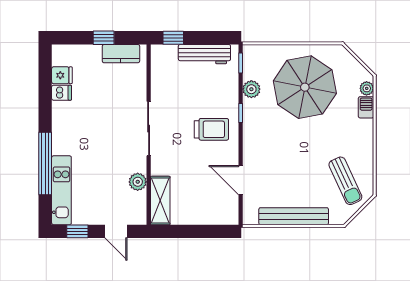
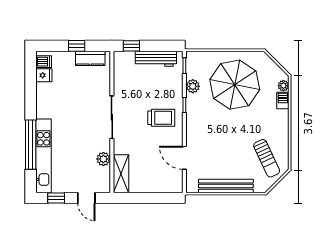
dishwasher: (62, 93) -> (44, 62), moved
kitchen unit: (61, 190) -> (43, 156), width x1.36

